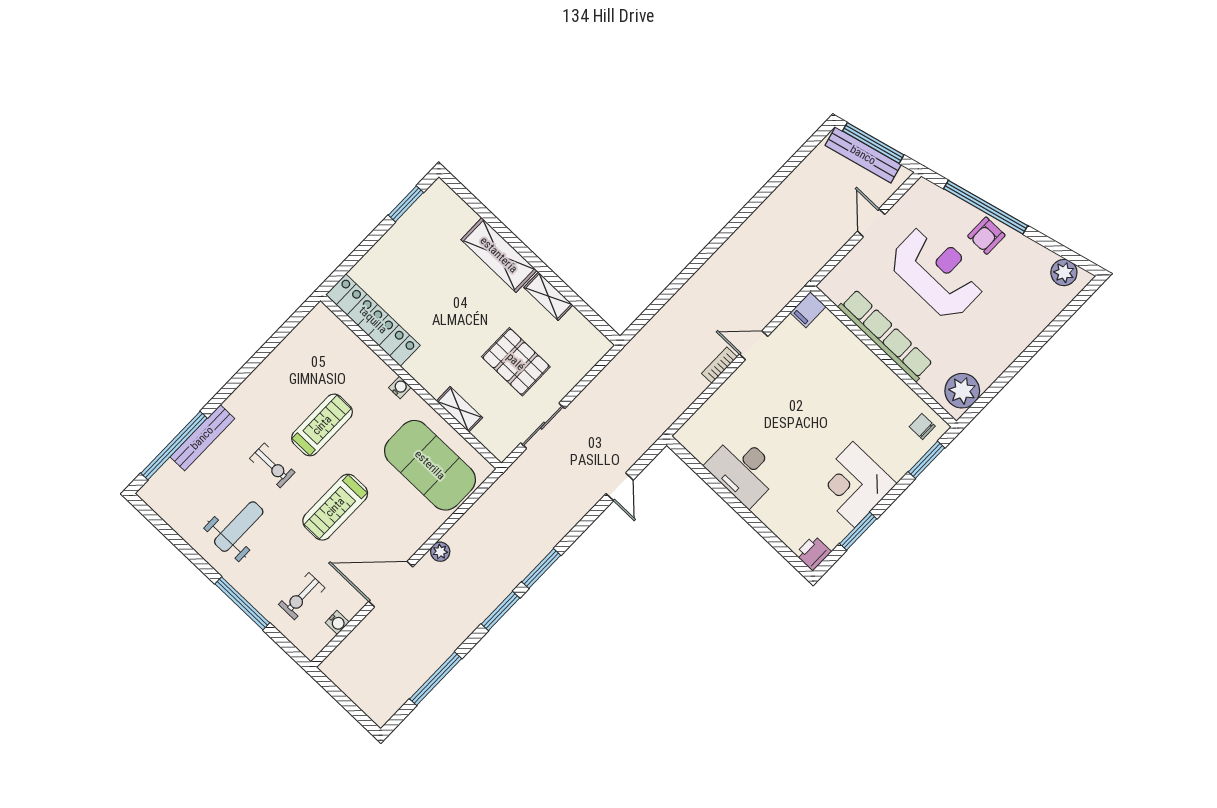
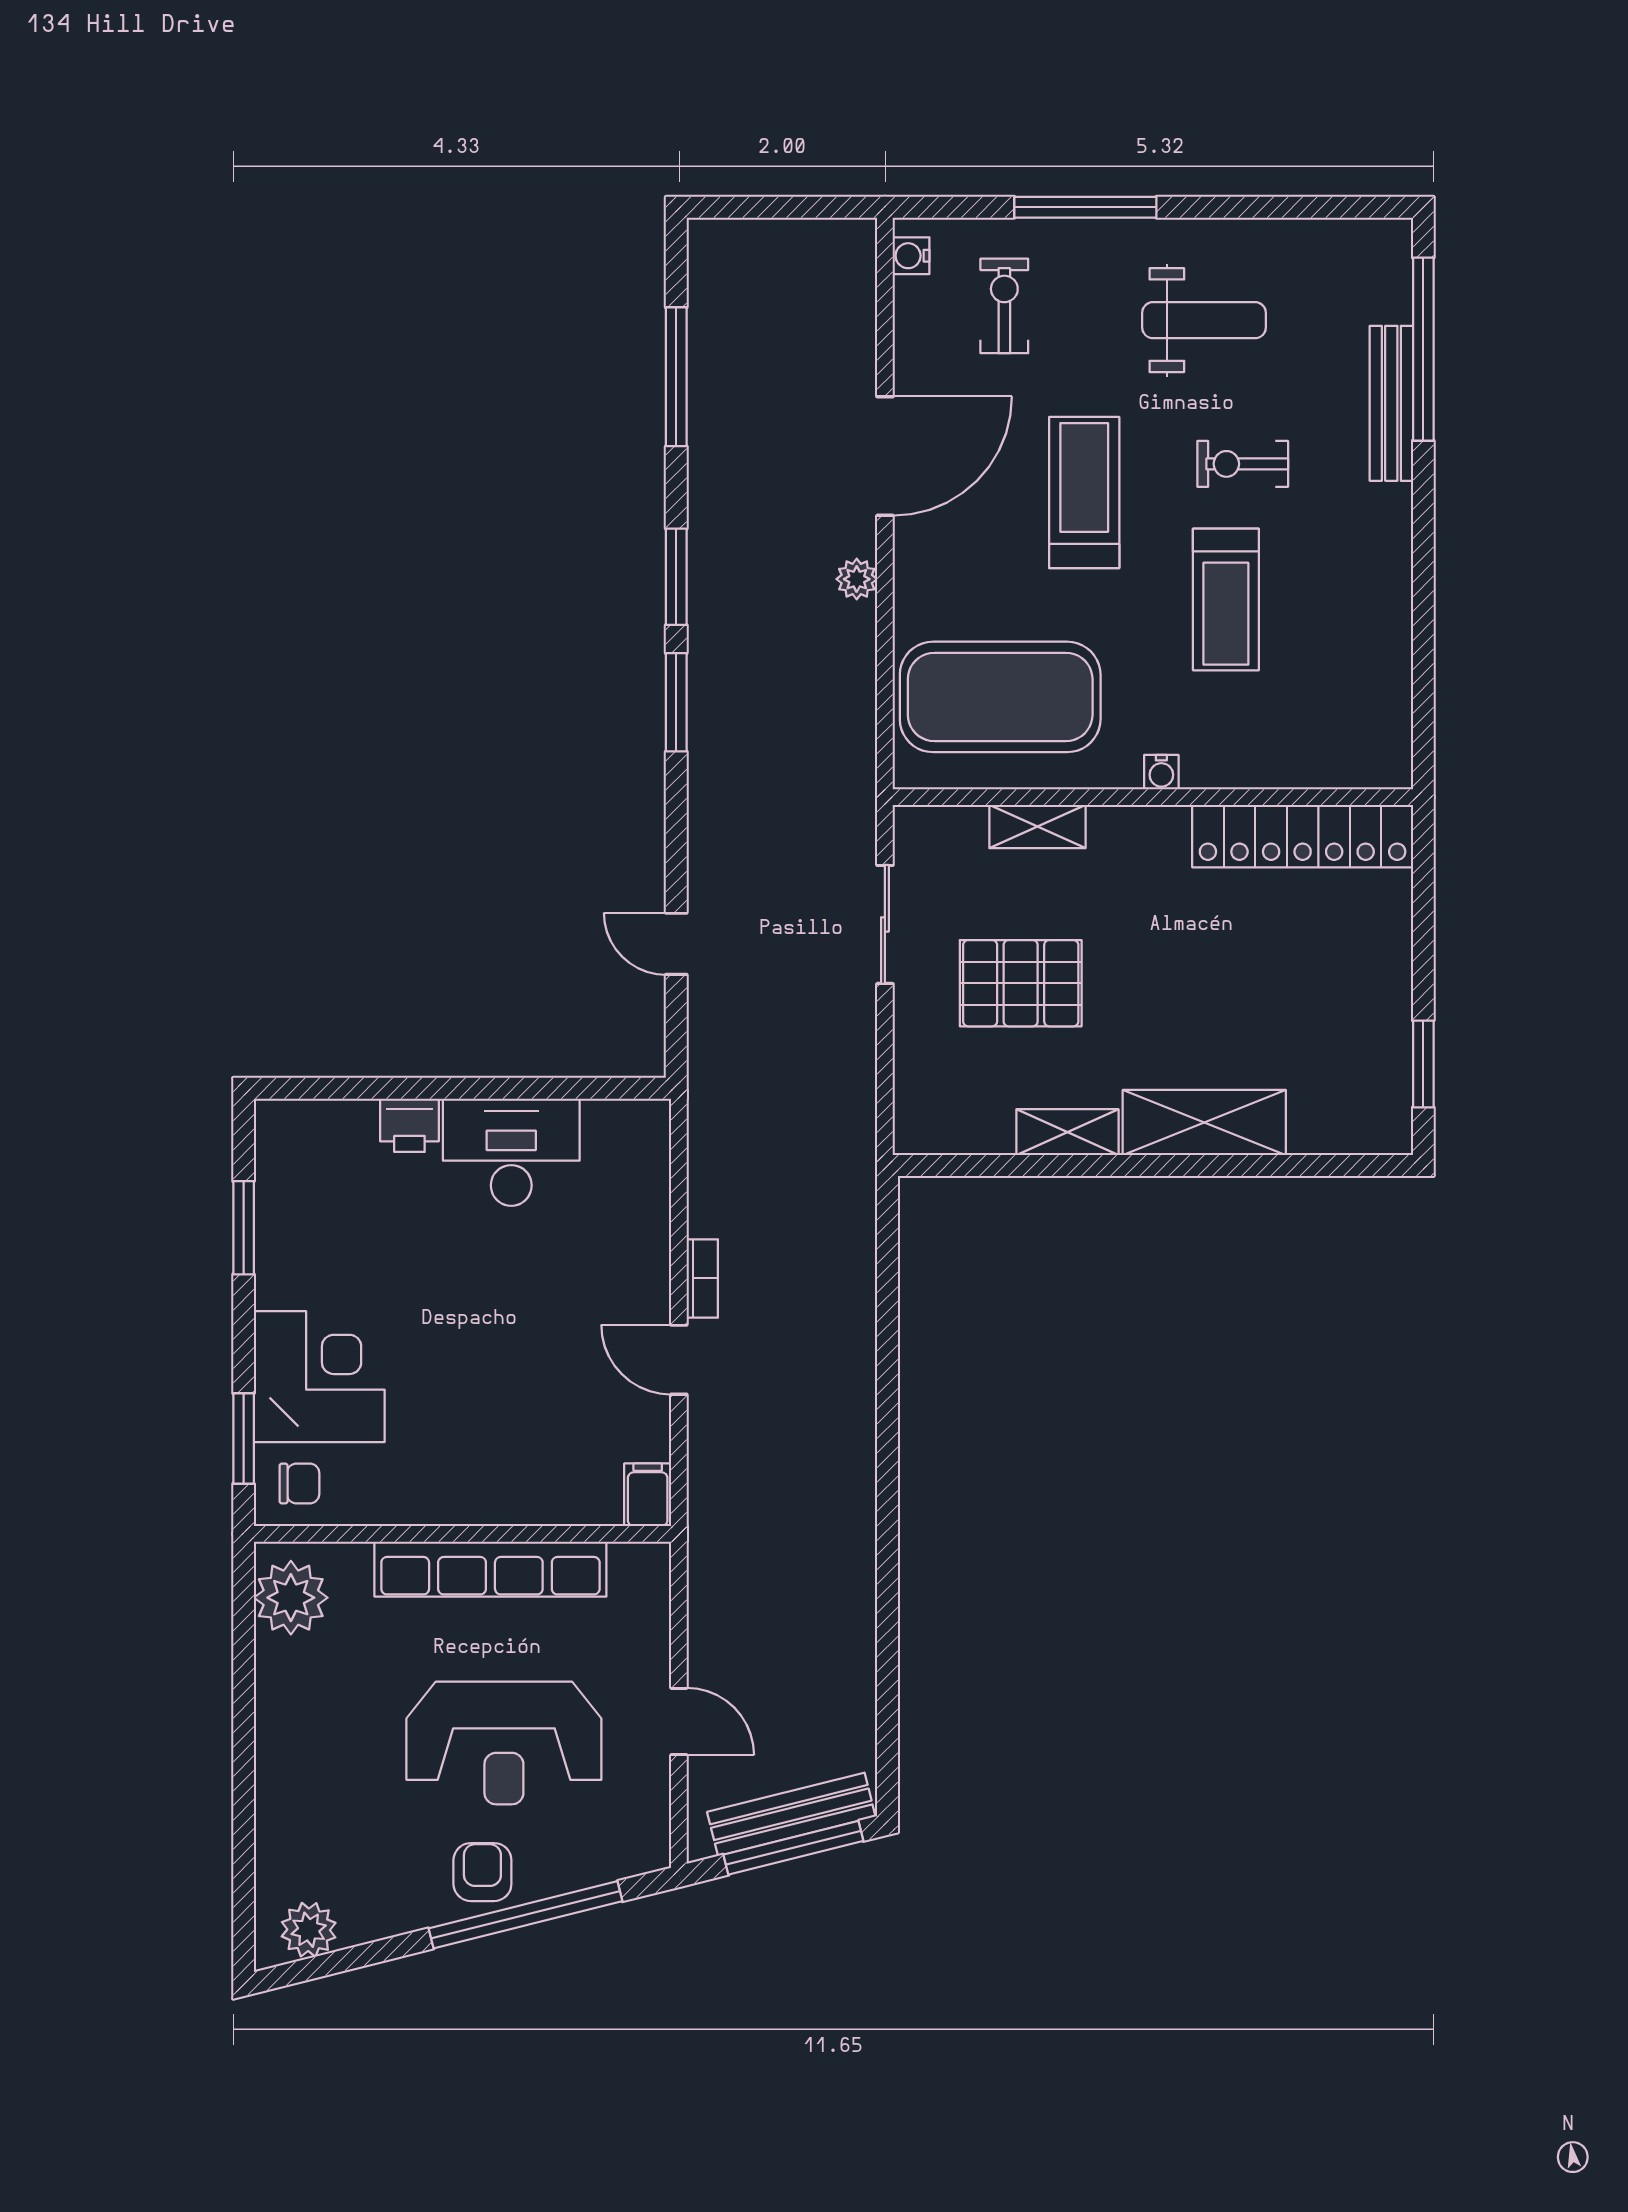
door: (754, 345) -> (679, 1360), swing flipped
corner desk: (854, 485) -> (319, 1377), moved
weight bench: (239, 527) -> (1204, 320), turned -90
printer: (813, 553) -> (409, 1125), moved, turned 90
water cooler: (337, 622) -> (911, 256), moved

